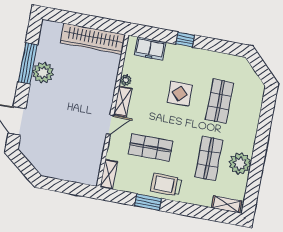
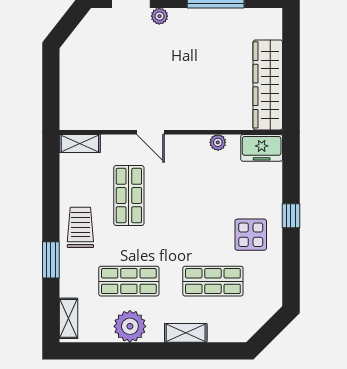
freezer: (150, 49) -> (262, 148), moved, turned -90
plant: (43, 73) -> (159, 16), moved, width x0.53, depth x0.53
display table: (180, 94) -> (251, 235), moved
shelving: (123, 101) -> (186, 333), moved
window: (148, 202) -> (51, 260), moved

